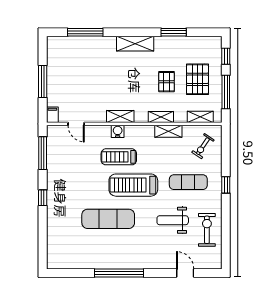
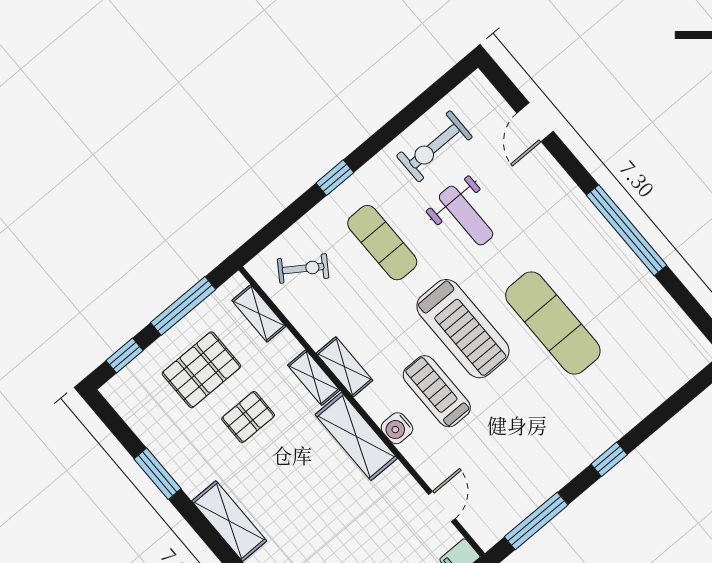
shelving: (120, 116) -> (356, 436), width x1.50, depth x1.33
shelving: (168, 131) -> (344, 367), moved
treadmill: (119, 157) -> (437, 391), turned 180

